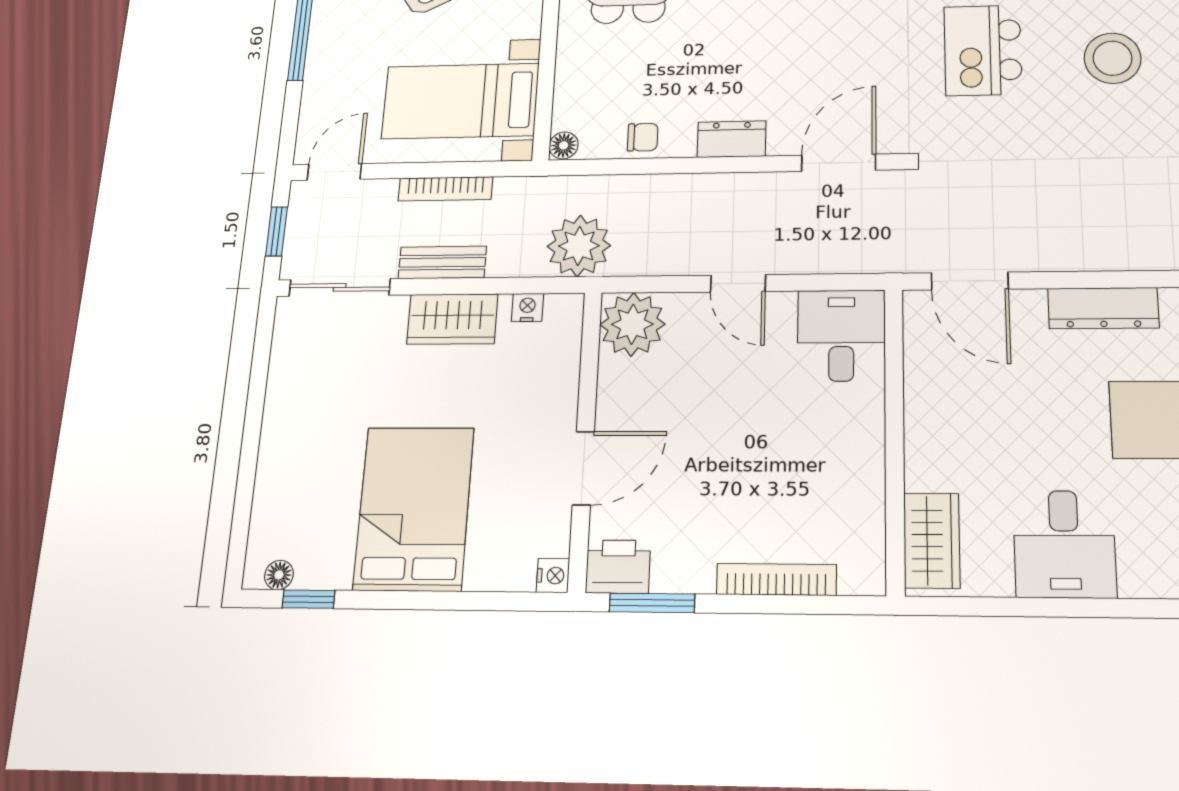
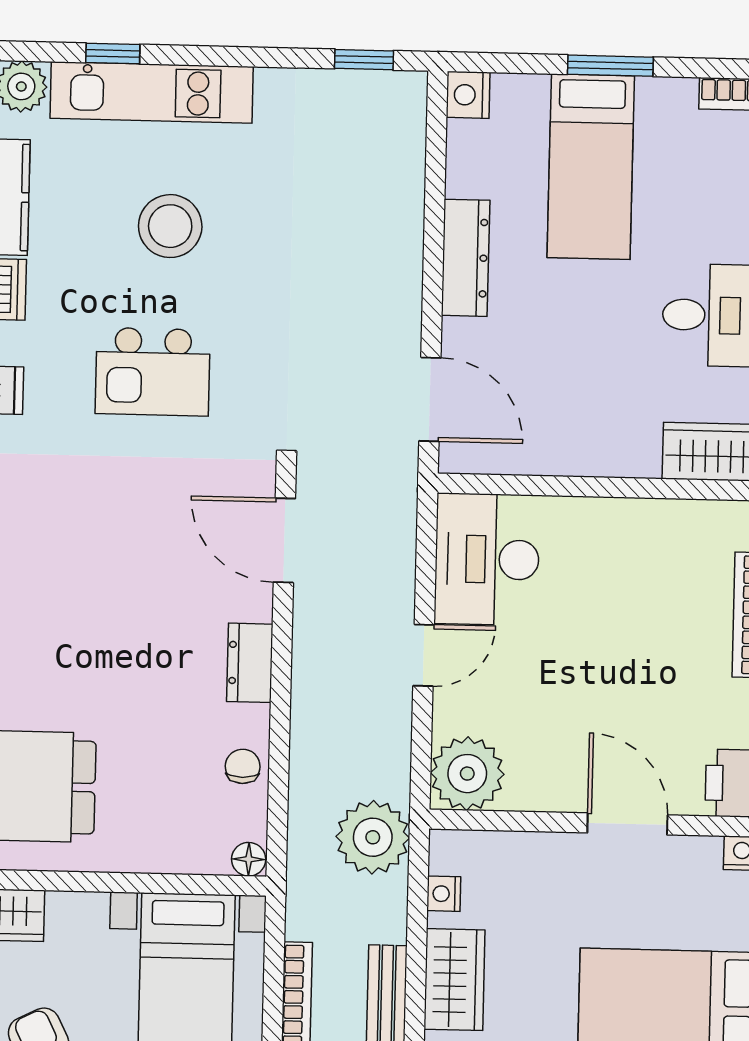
door: (970, 281) -> (430, 399), hinge flipped
desk: (841, 336) -> (487, 559), width x1.37

